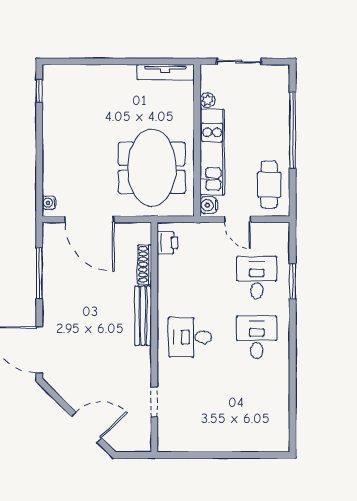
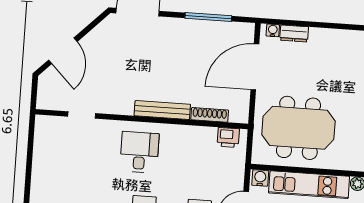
dresser: (51, 180) -> (294, 34), added

